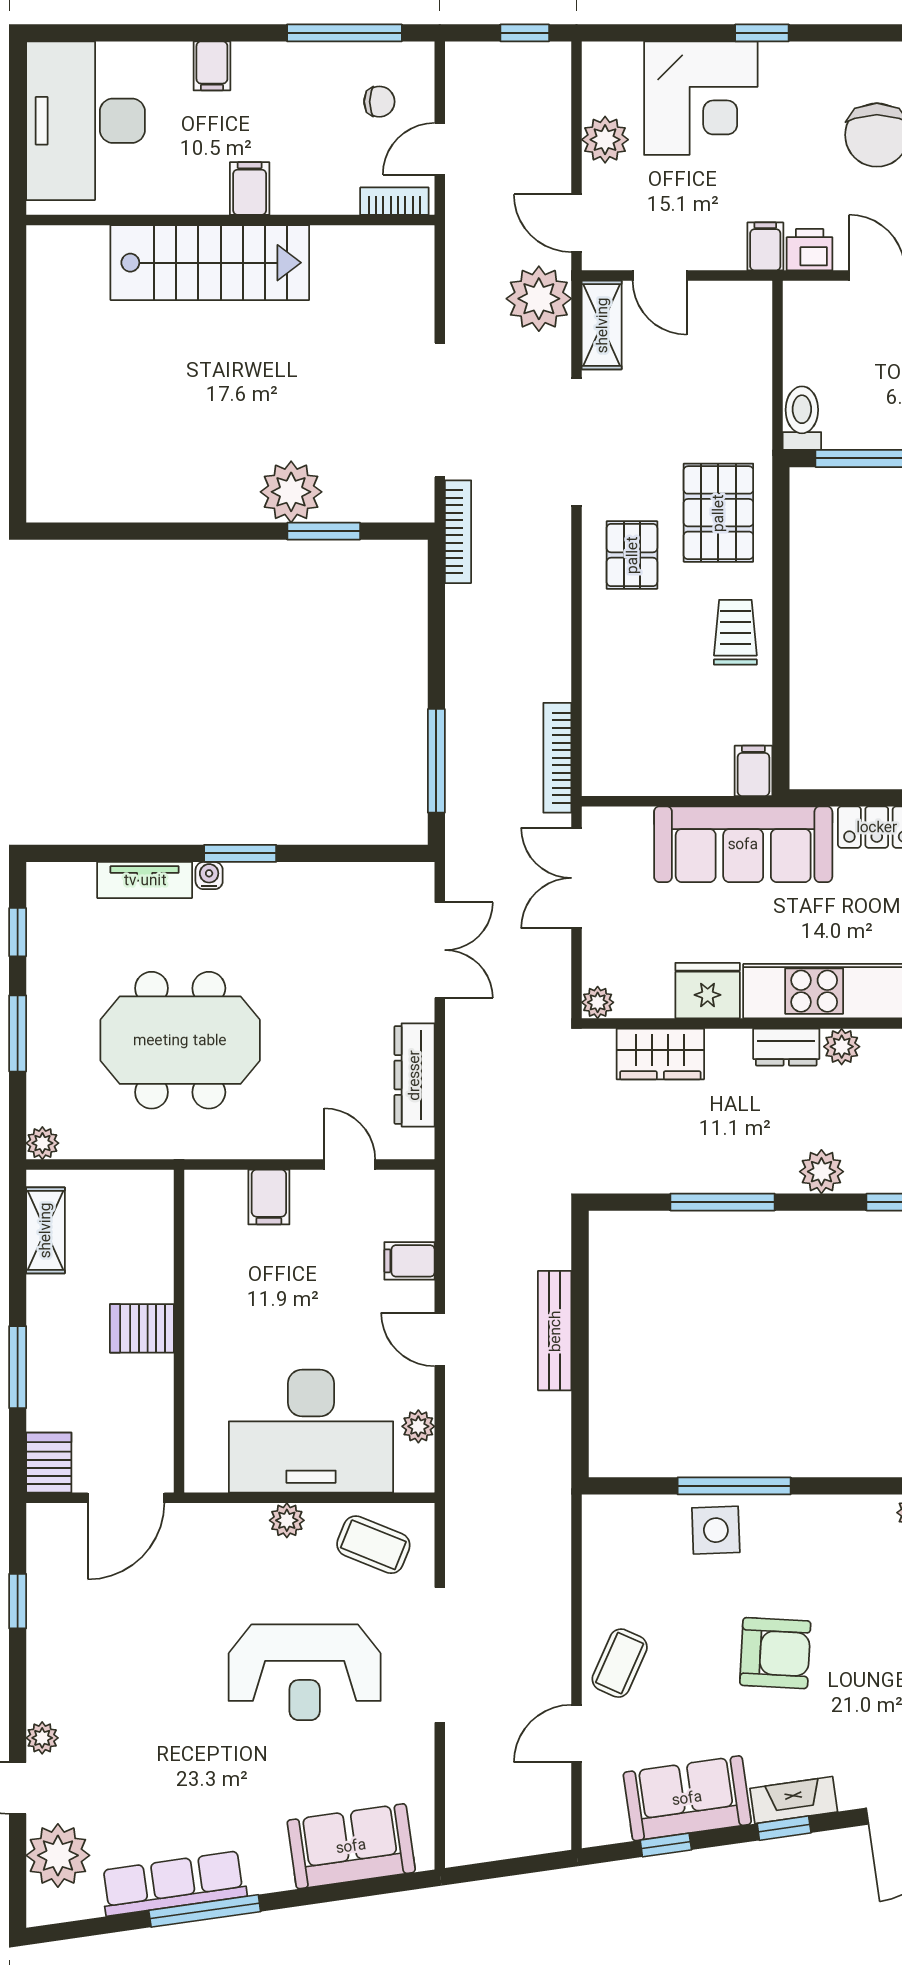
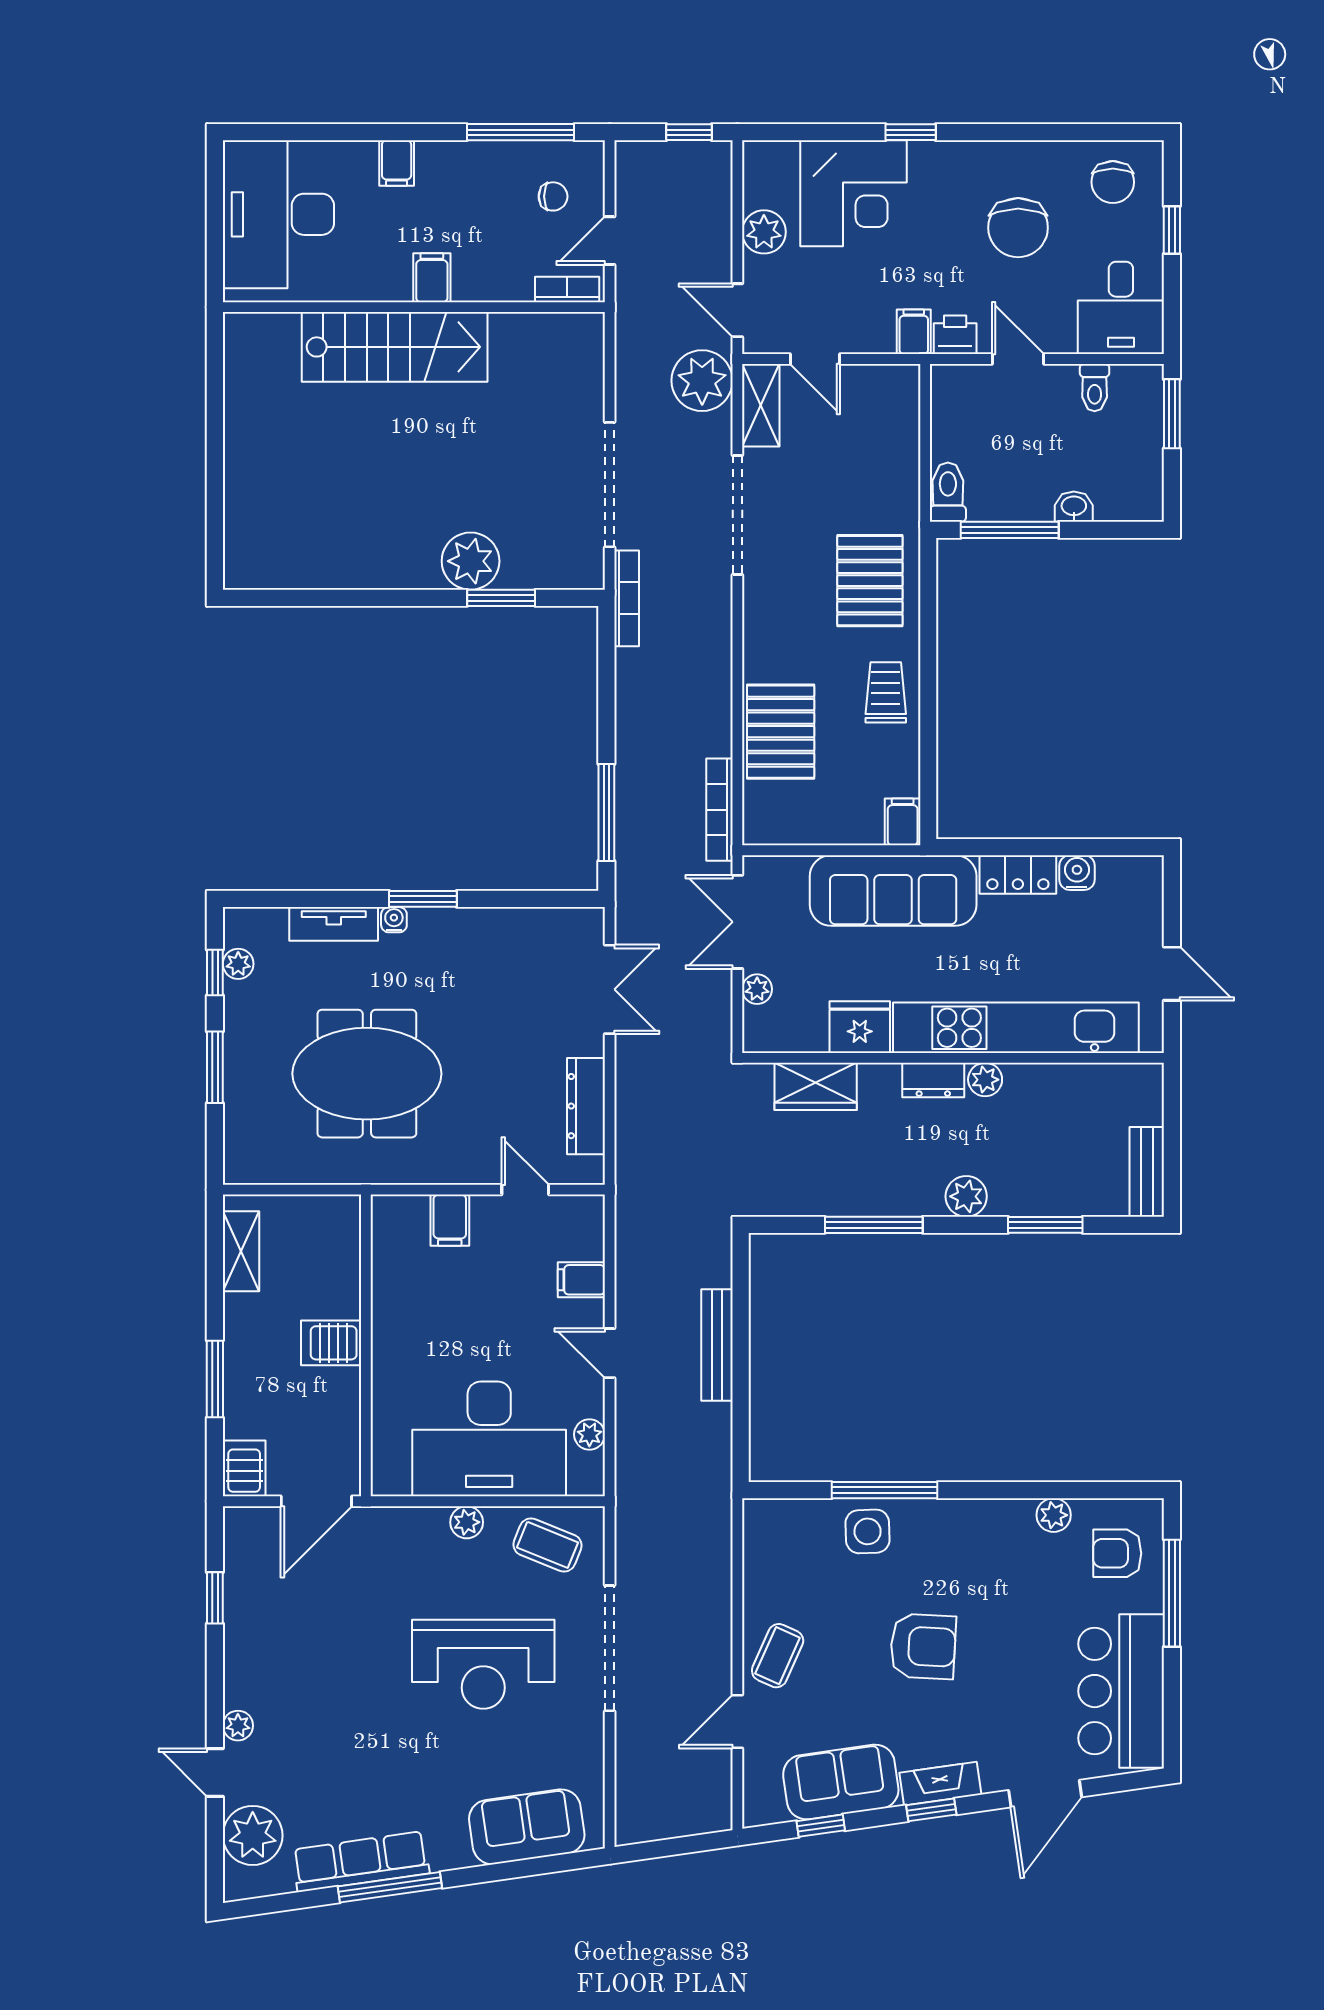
pallet: (632, 555) -> (781, 732), moved, width x1.50, depth x1.42
plant: (598, 1002) -> (757, 989), moved
plant: (42, 1143) -> (238, 964), moved

